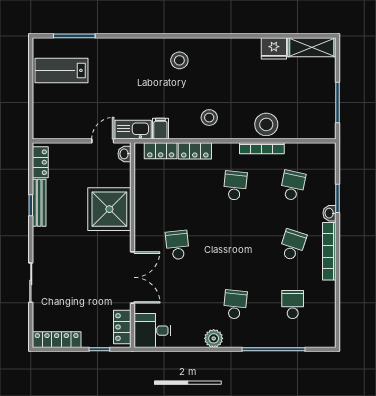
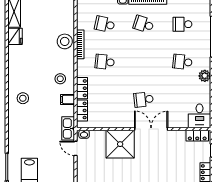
filing cabinet: (160, 129) -> (68, 99), moved
double door: (133, 277) -> (151, 129), moved

